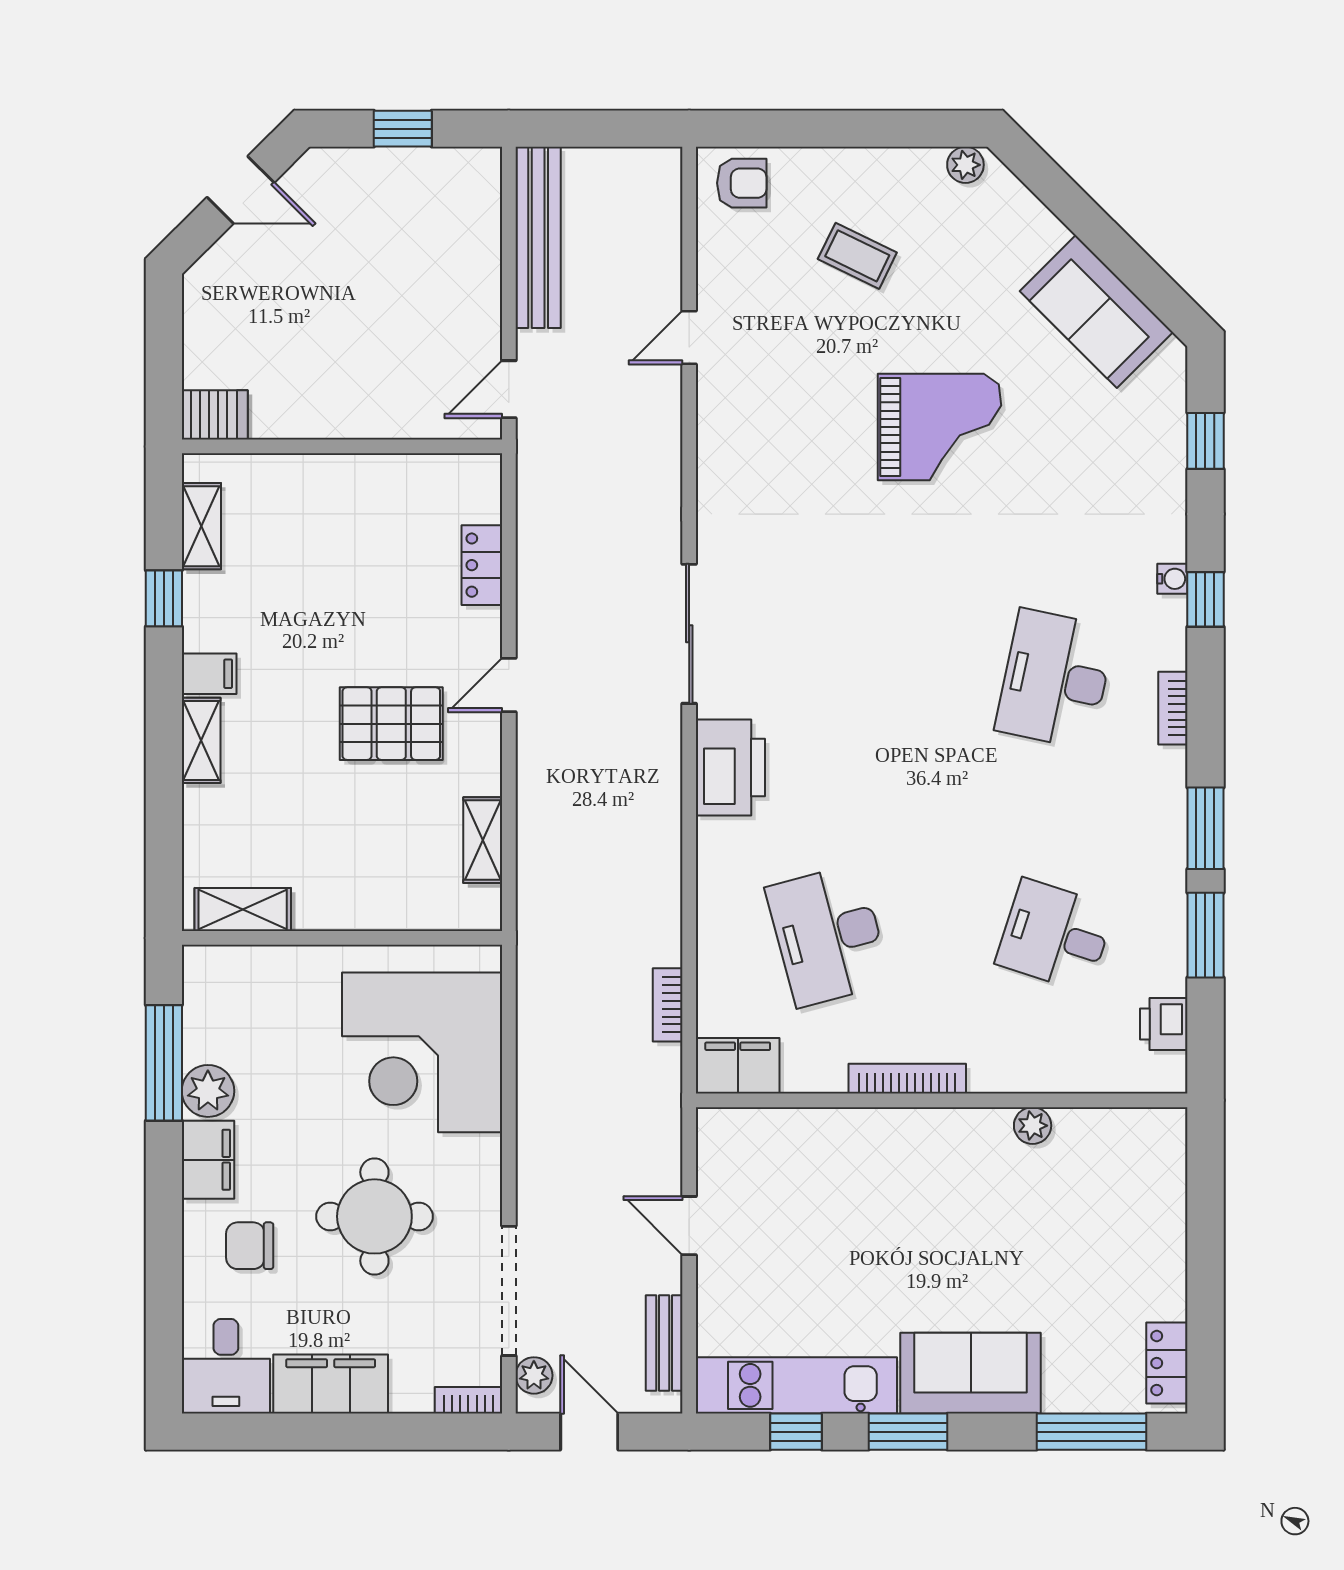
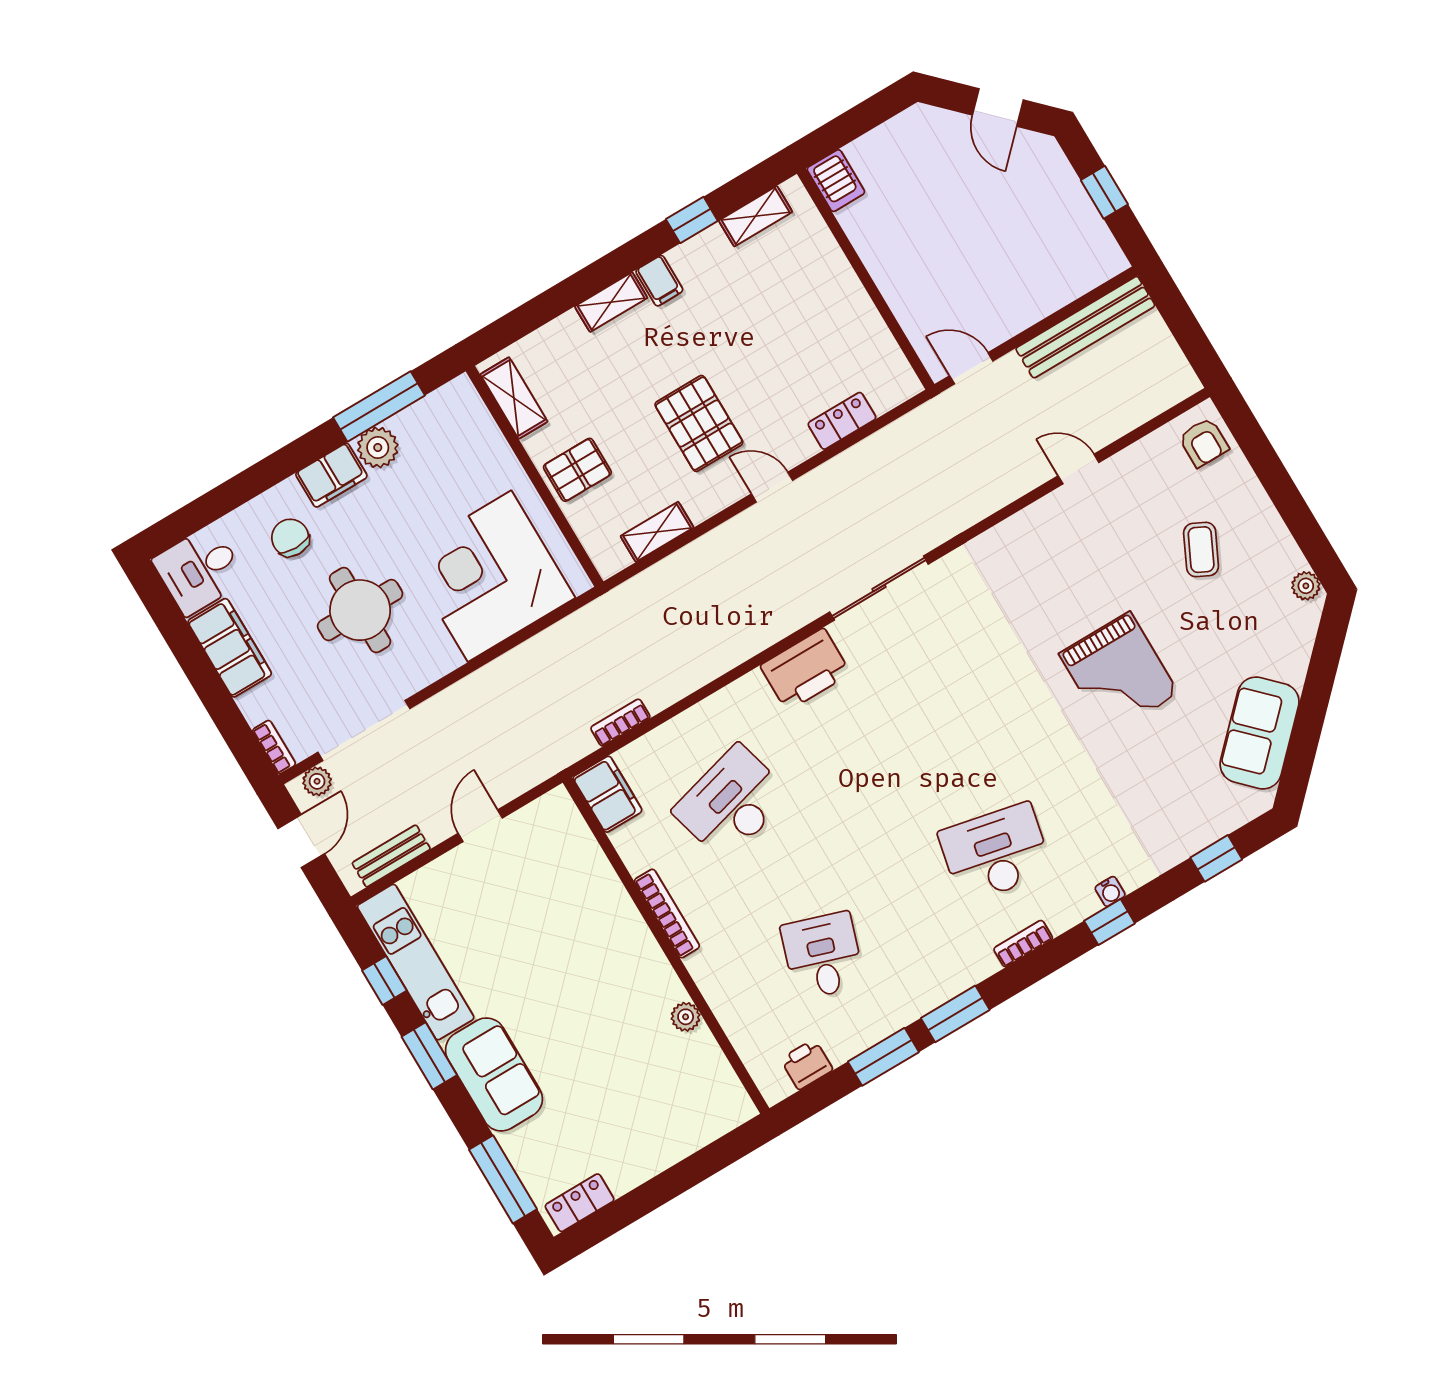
pallet: (363, 887) -> (577, 470), added

